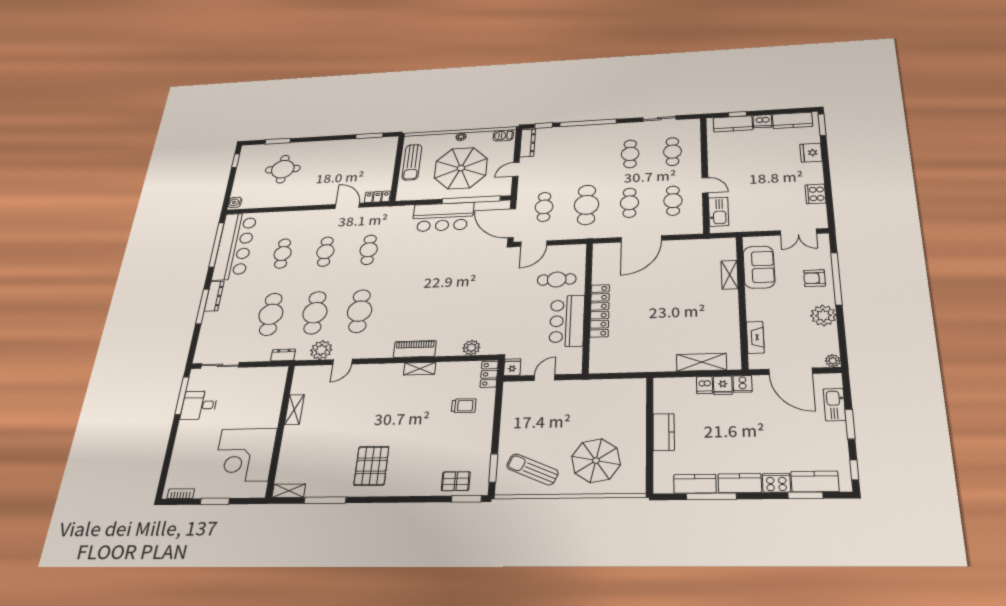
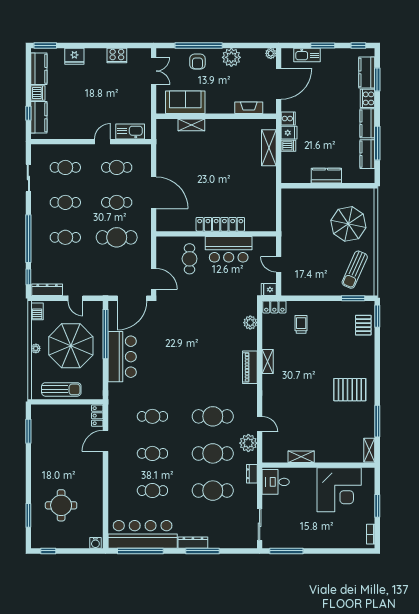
cafe table: (544, 207) -> (65, 237), moved
desk: (199, 405) -> (276, 482), moved, turned 90

